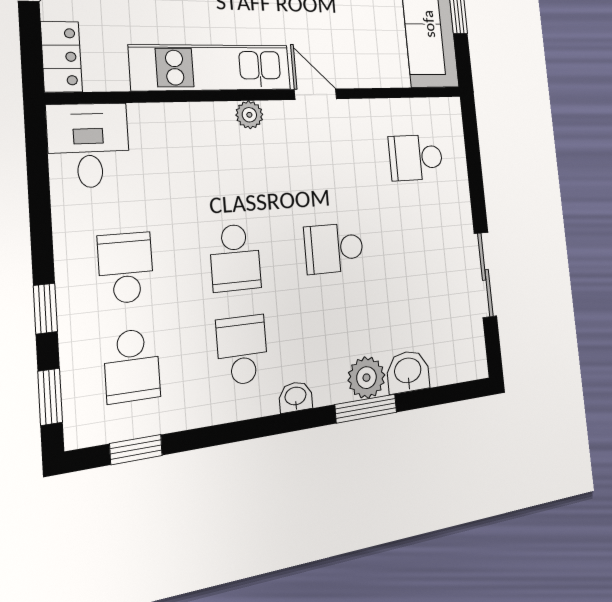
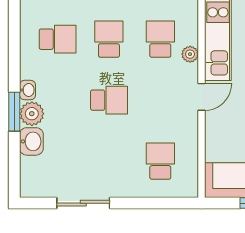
school desk: (228, 167) -> (160, 39), added
school desk: (334, 248) -> (109, 100), turned 90
school desk: (235, 258) -> (109, 39), turned 90
washbasin: (296, 397) -> (28, 90), moved

